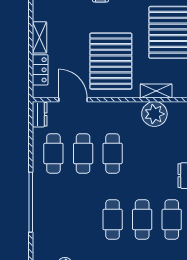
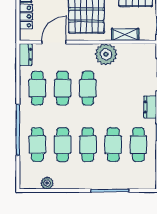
door: (73, 100) -> (54, 42), hinge flipped
plant: (154, 114) -> (106, 54), moved
cafe table: (53, 219) -> (37, 145), added
cafe table: (83, 219) -> (63, 145), added

